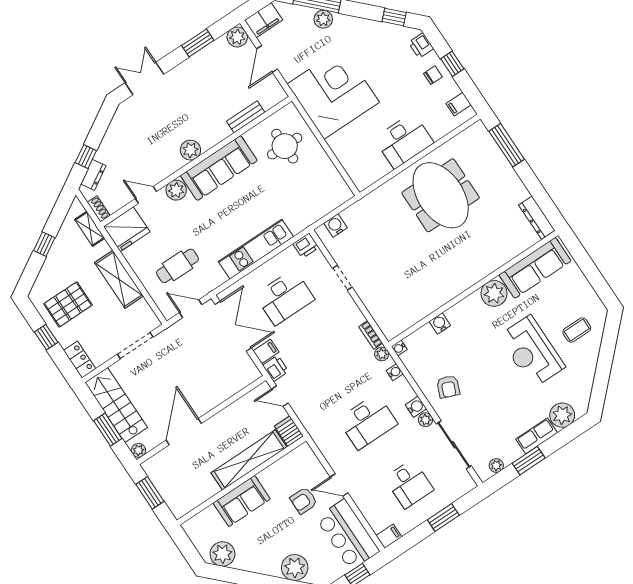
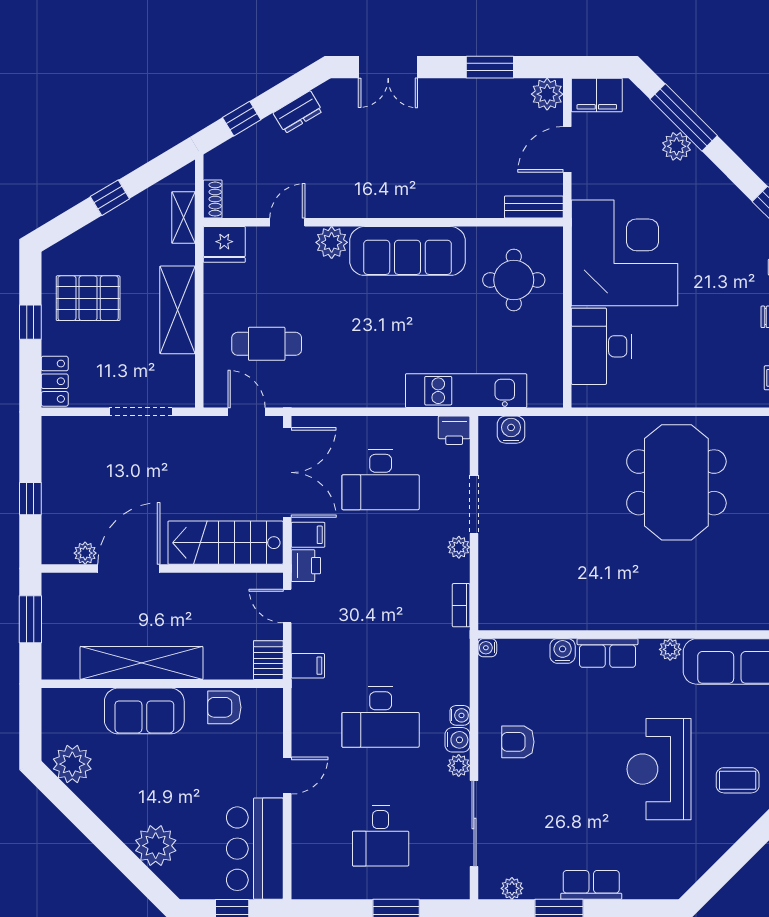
double door: (144, 79) -> (388, 67), swing flipped
bench: (246, 117) -> (534, 207), moved
desk: (404, 141) -> (602, 346), moved, turned 90
plant: (190, 150) -> (386, 202), removed
dresser: (93, 175) -> (298, 112), moved
door: (146, 195) -> (287, 222), hinge flipped
fridge: (127, 229) -> (224, 244), width x0.73, depth x0.75
kitchen unit: (256, 249) -> (466, 391), moved
doorway: (342, 278) -> (474, 504), width x1.38
plant: (494, 293) -> (670, 649), width x0.53, depth x0.53
row of seats: (464, 309) -> (607, 653), added
plant: (382, 354) -> (459, 547), moved
water cooler: (395, 372) -> (460, 715), moved
armchair: (448, 387) -> (518, 742), turned 68
stairs: (116, 405) -> (226, 543), moved, turned -90
plant: (562, 415) -> (643, 880), removed
window: (108, 430) -> (30, 499), width x0.67
plant: (138, 450) -> (85, 553), moved
shelving: (249, 460) -> (141, 663), moved
door: (339, 485) -> (287, 776), swing flipped
armchair: (304, 501) -> (224, 707), moved
filing cabinet: (389, 536) -> (308, 666), moved

